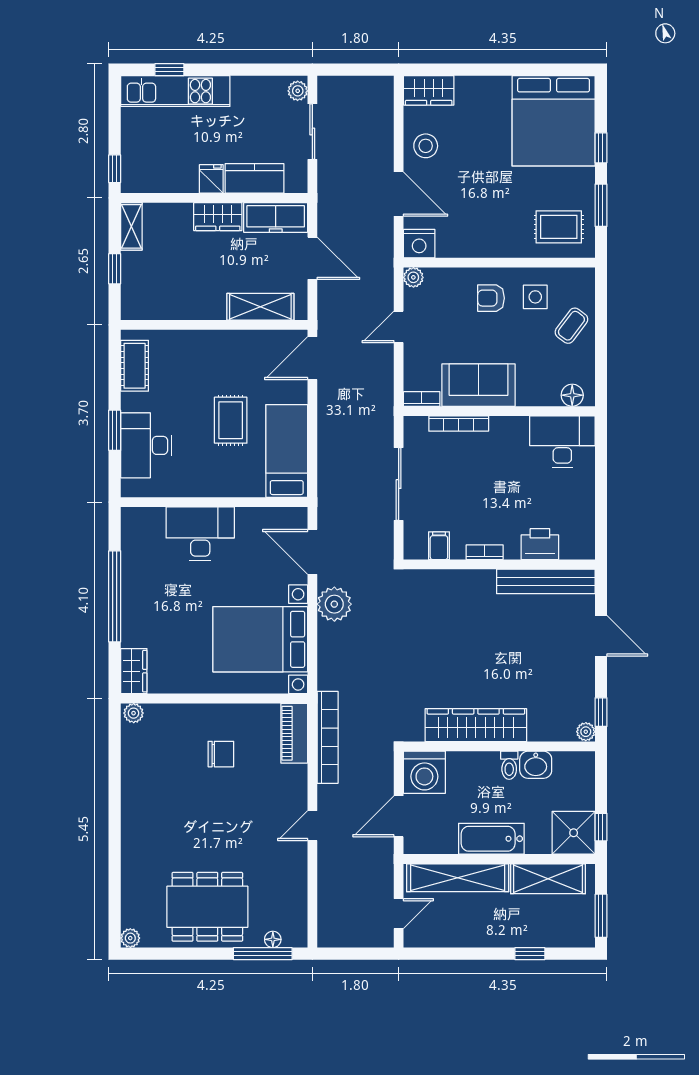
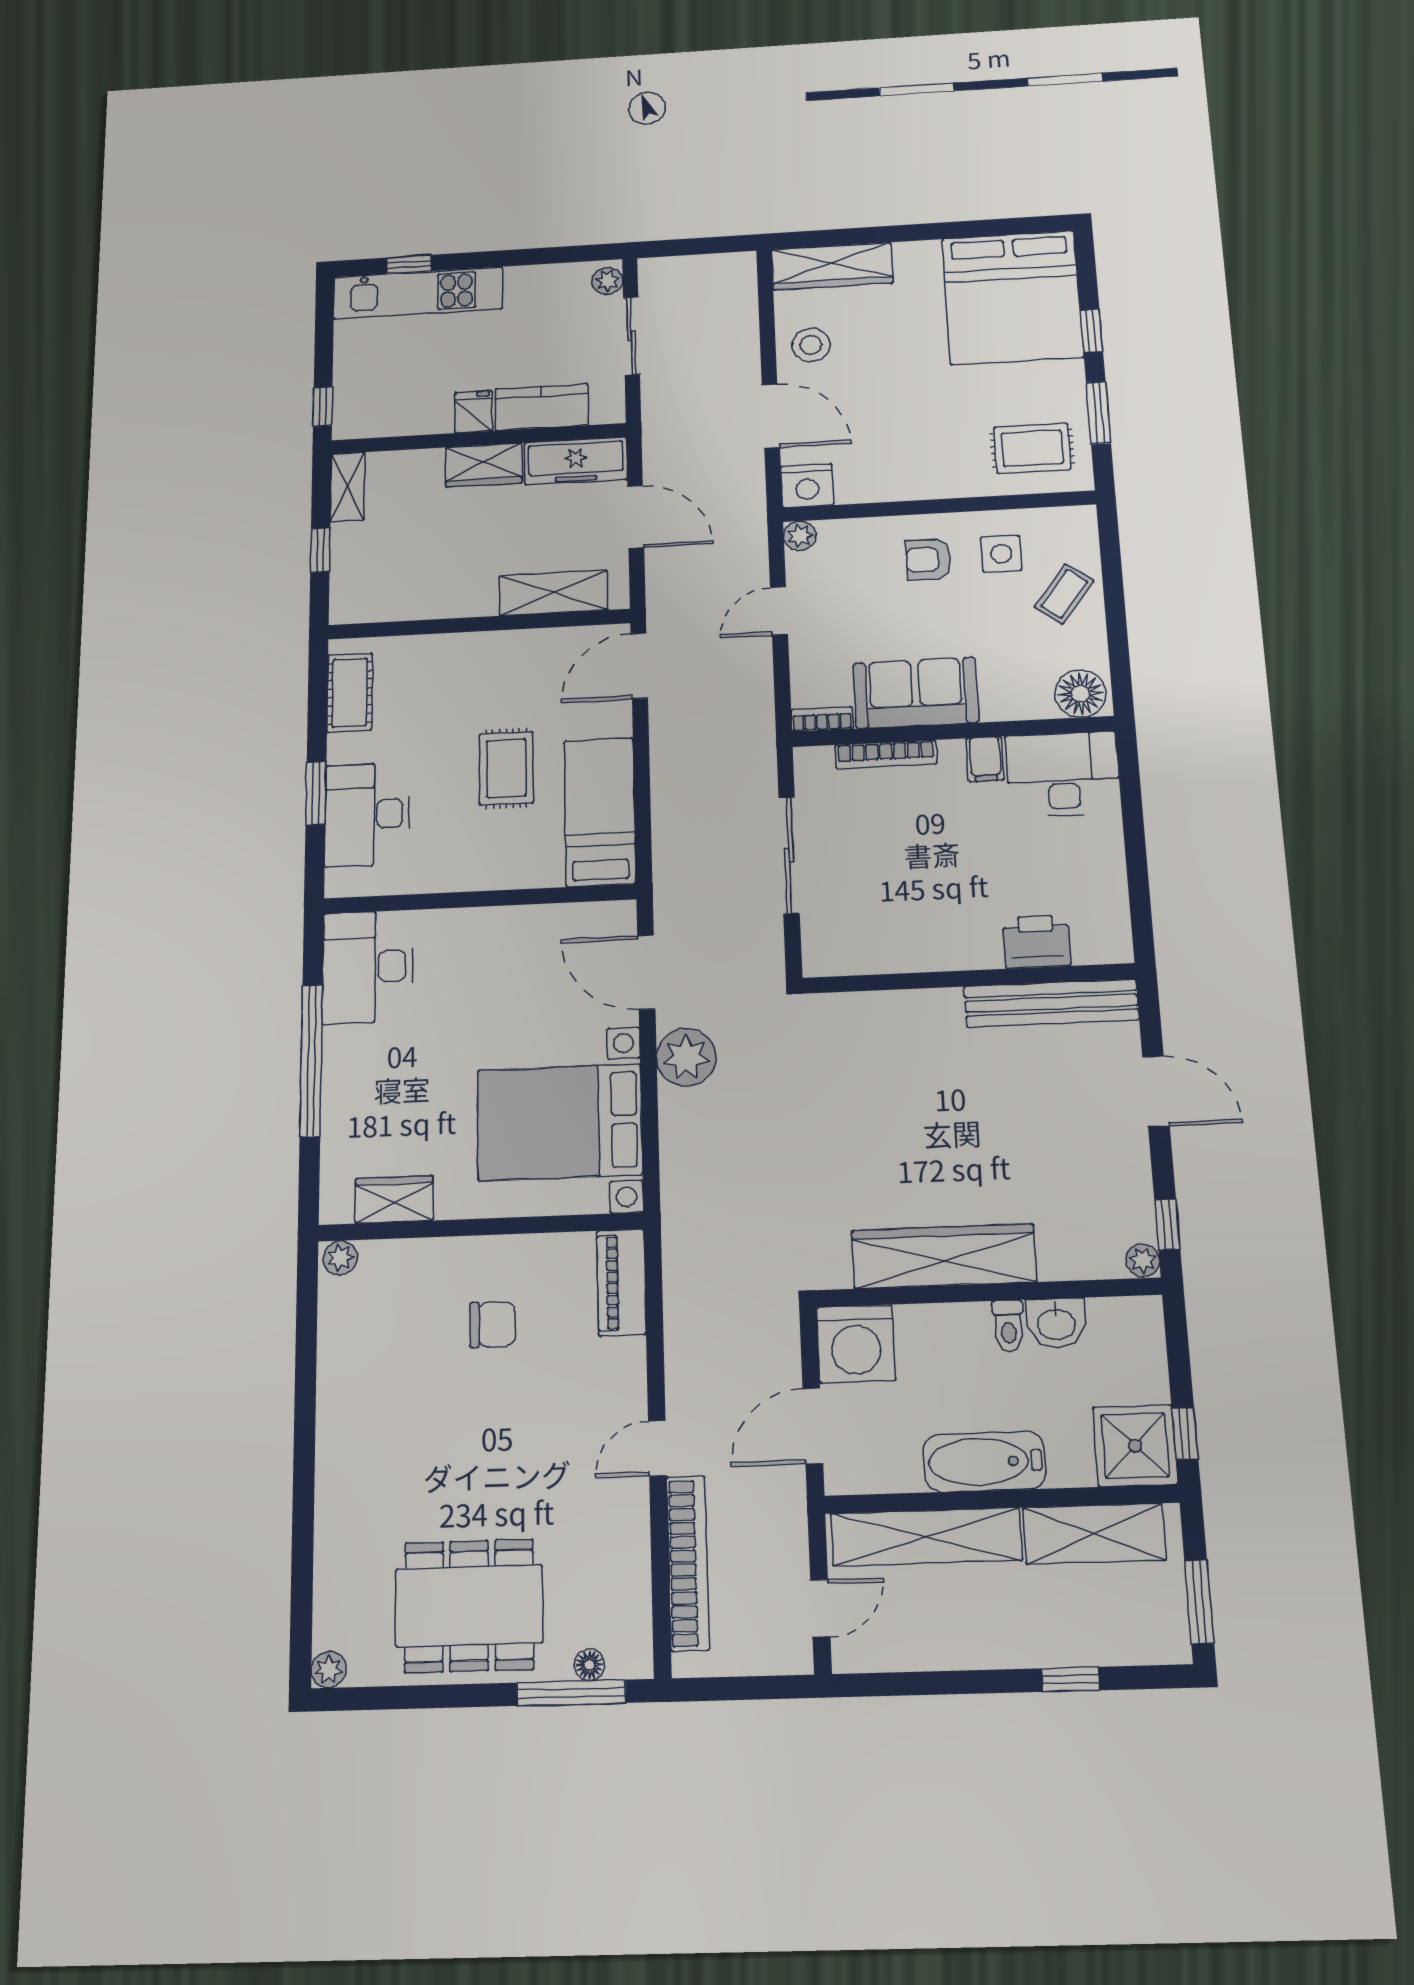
wardrobe: (429, 90) -> (832, 266), width x1.50
floor lamp: (572, 395) -> (1080, 694), width x1.38, depth x1.38
desk: (200, 534) -> (368, 967), moved, turned -90
filing cabinet: (439, 546) -> (985, 759), moved, turned 180
bookcase: (485, 552) -> (942, 959), removed
wardrobe: (134, 671) -> (394, 1199), moved, turned -90
bookcase: (328, 737) -> (688, 1563), moved

